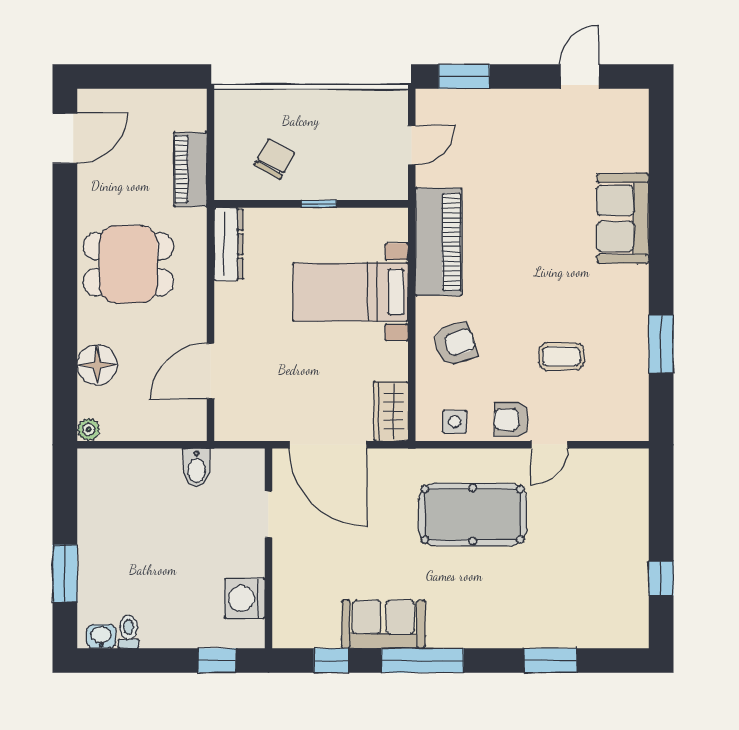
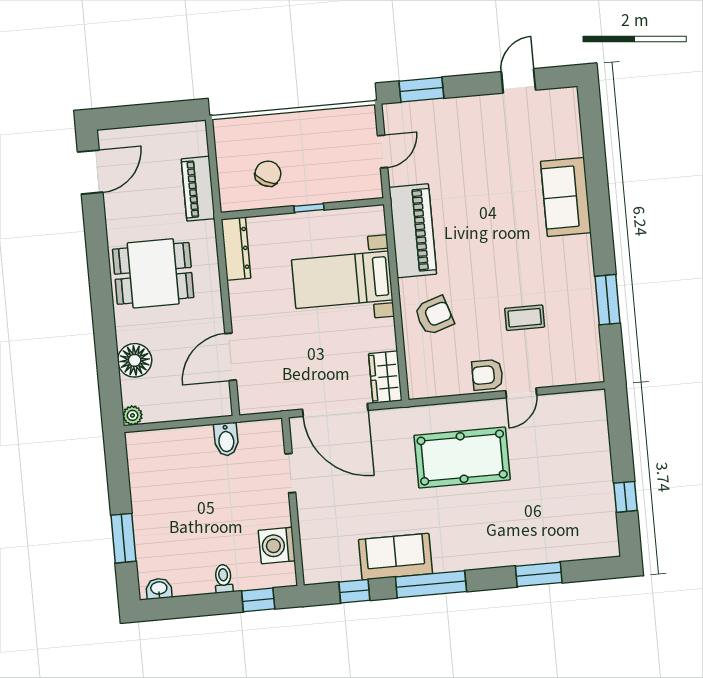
side table: (455, 422) -> (440, 381), removed
toilet: (128, 632) -> (223, 579), moved

